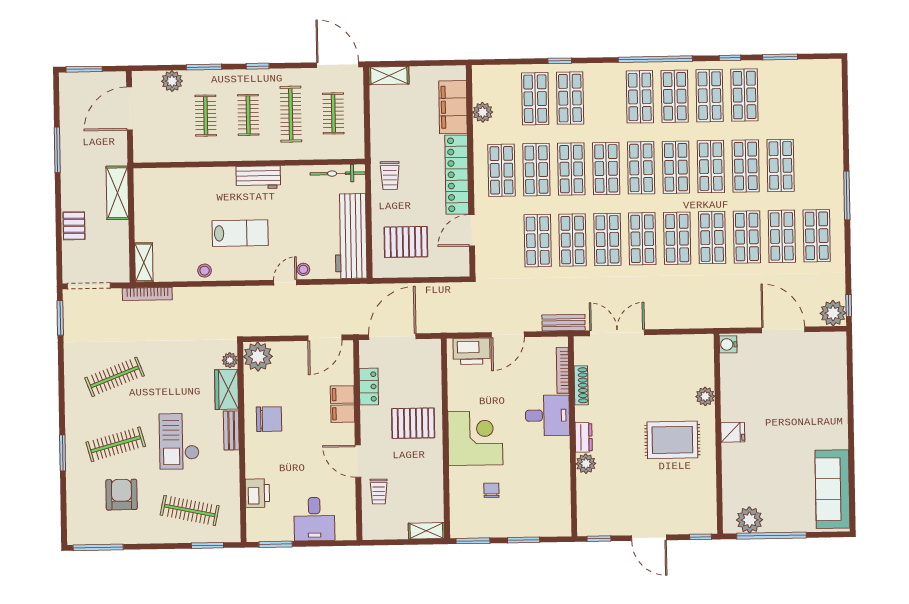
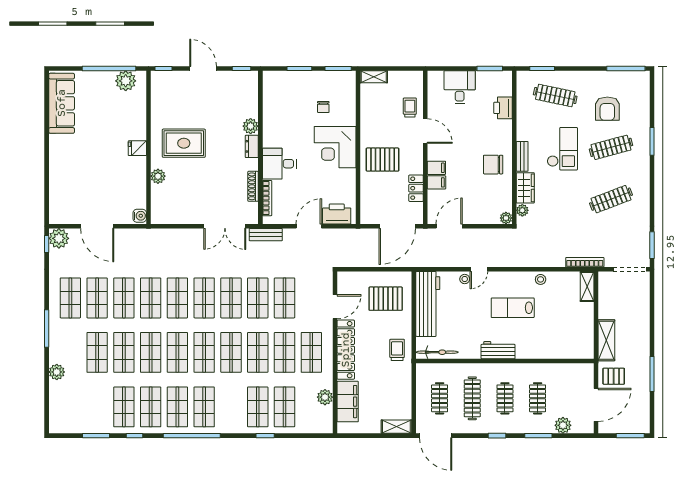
plant: (833, 139) -> (57, 372), added
pallet: (74, 226) -> (614, 376), moved, turned 90
plant: (258, 357) -> (506, 218), width x0.53, depth x0.53

